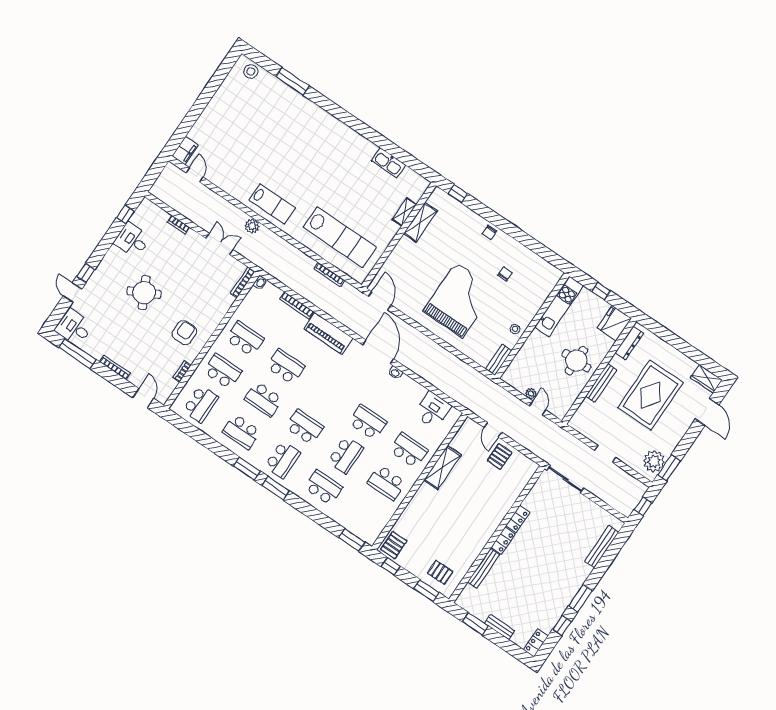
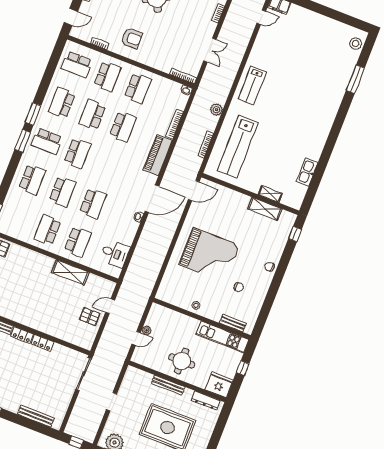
plant: (252, 226) -> (216, 110), moved
bench: (499, 360) -> (233, 323), moved
school desk: (346, 455) -> (62, 192), turned -90

